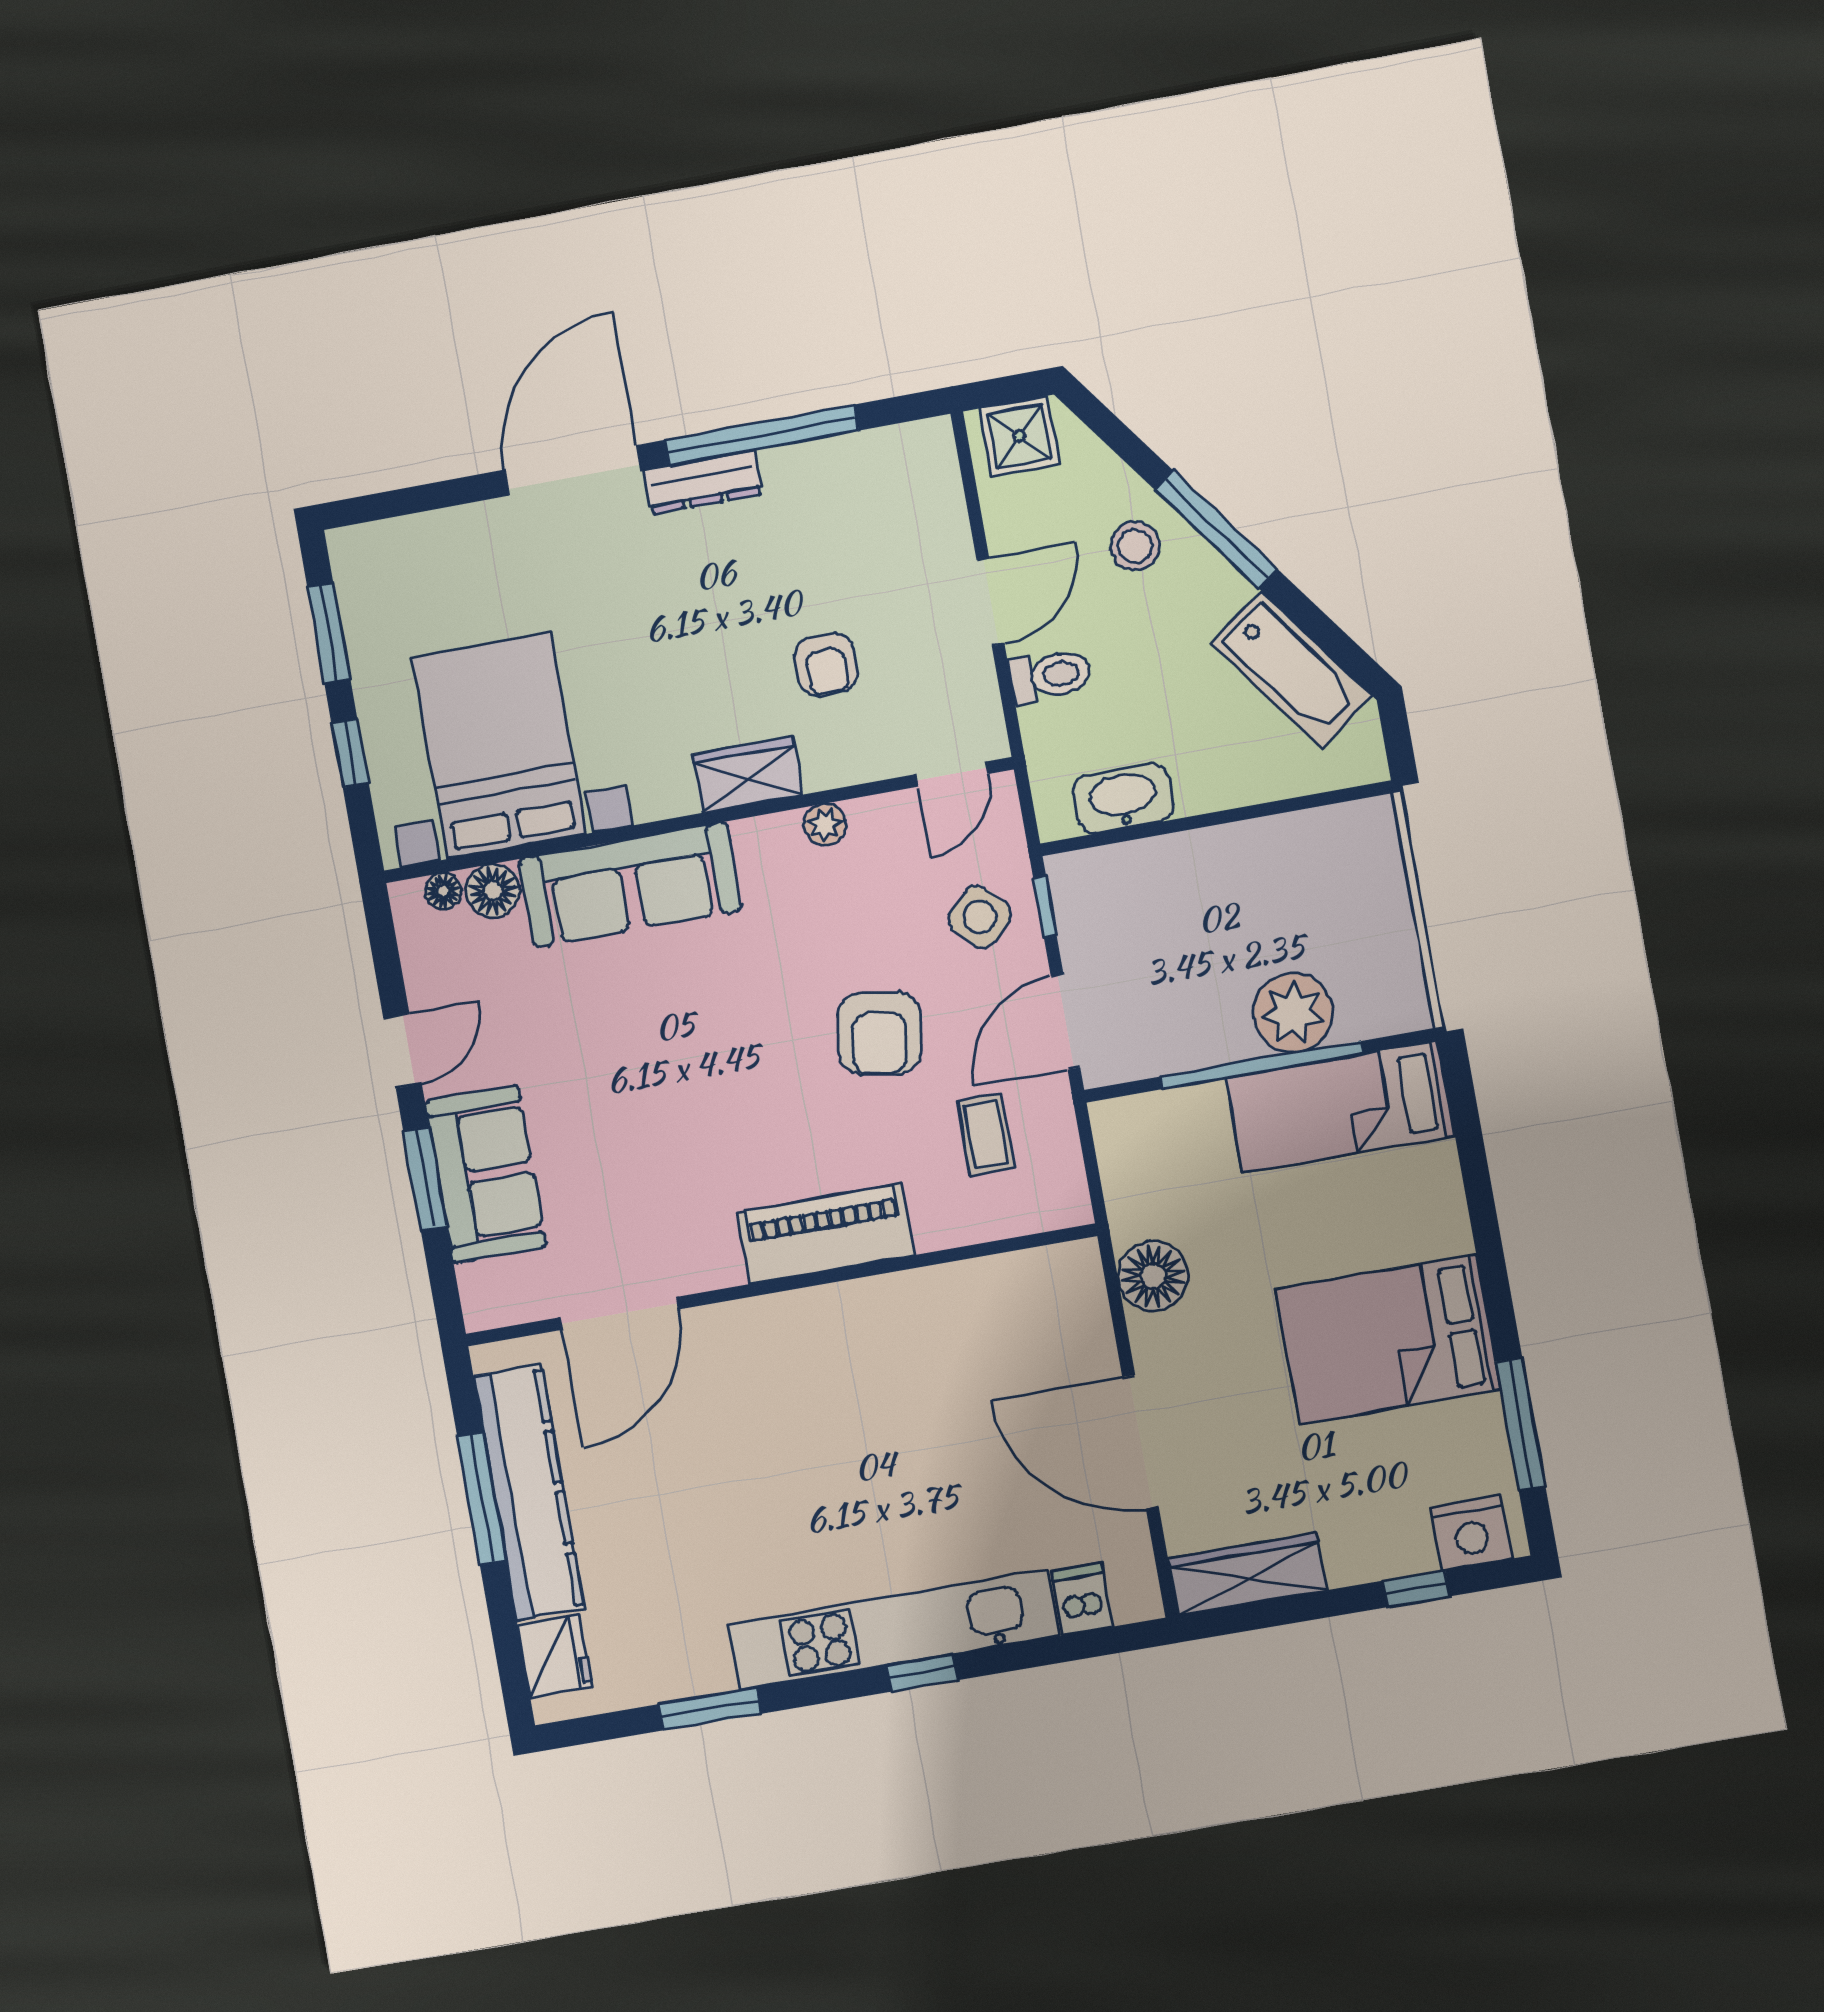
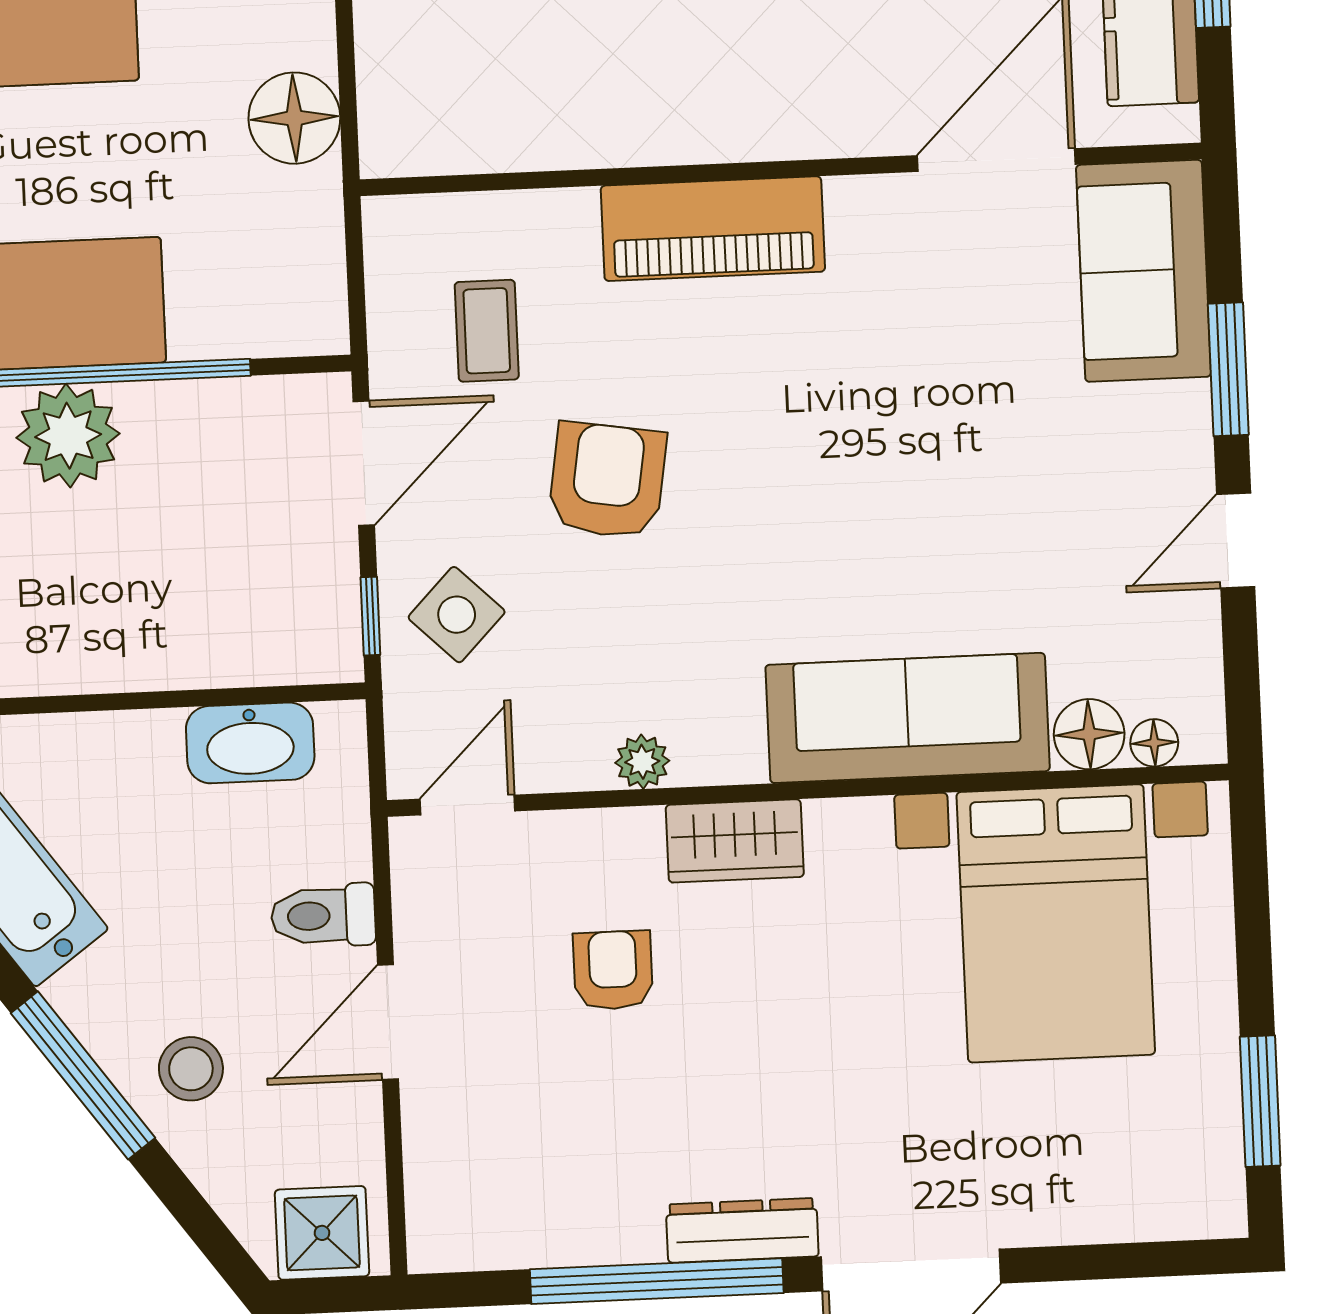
window: (350, 753) -> (1253, 940), removed
sofa: (486, 1174) -> (1144, 271), moved

